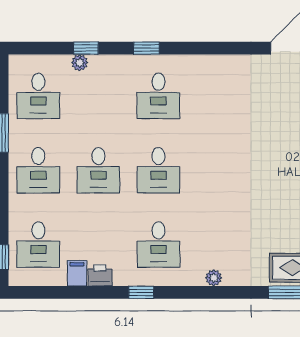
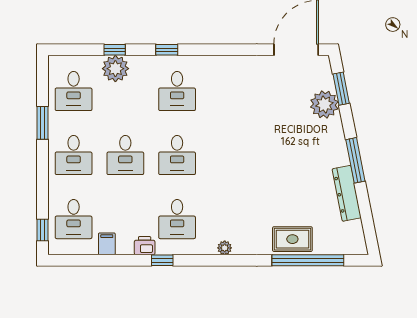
plant: (80, 63) -> (115, 69), width x1.88, depth x1.88
printer: (100, 275) -> (145, 246), moved

